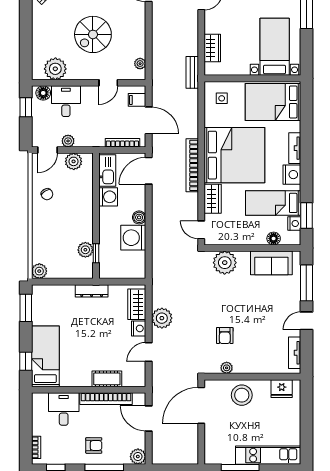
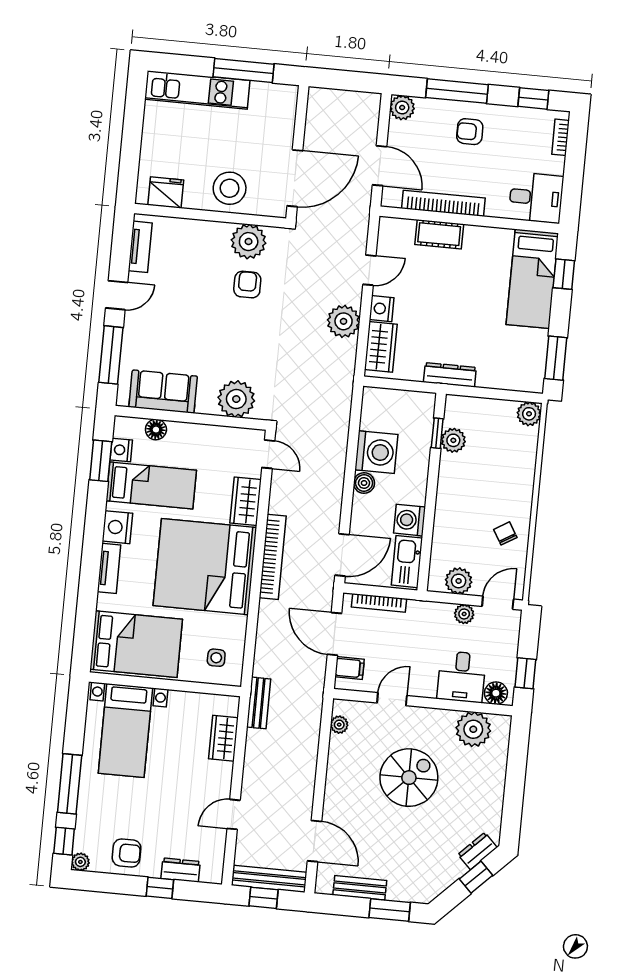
plant: (227, 368) -> (249, 242), width x1.88, depth x1.88
desk: (64, 409) -> (536, 198), moved, turned -90

